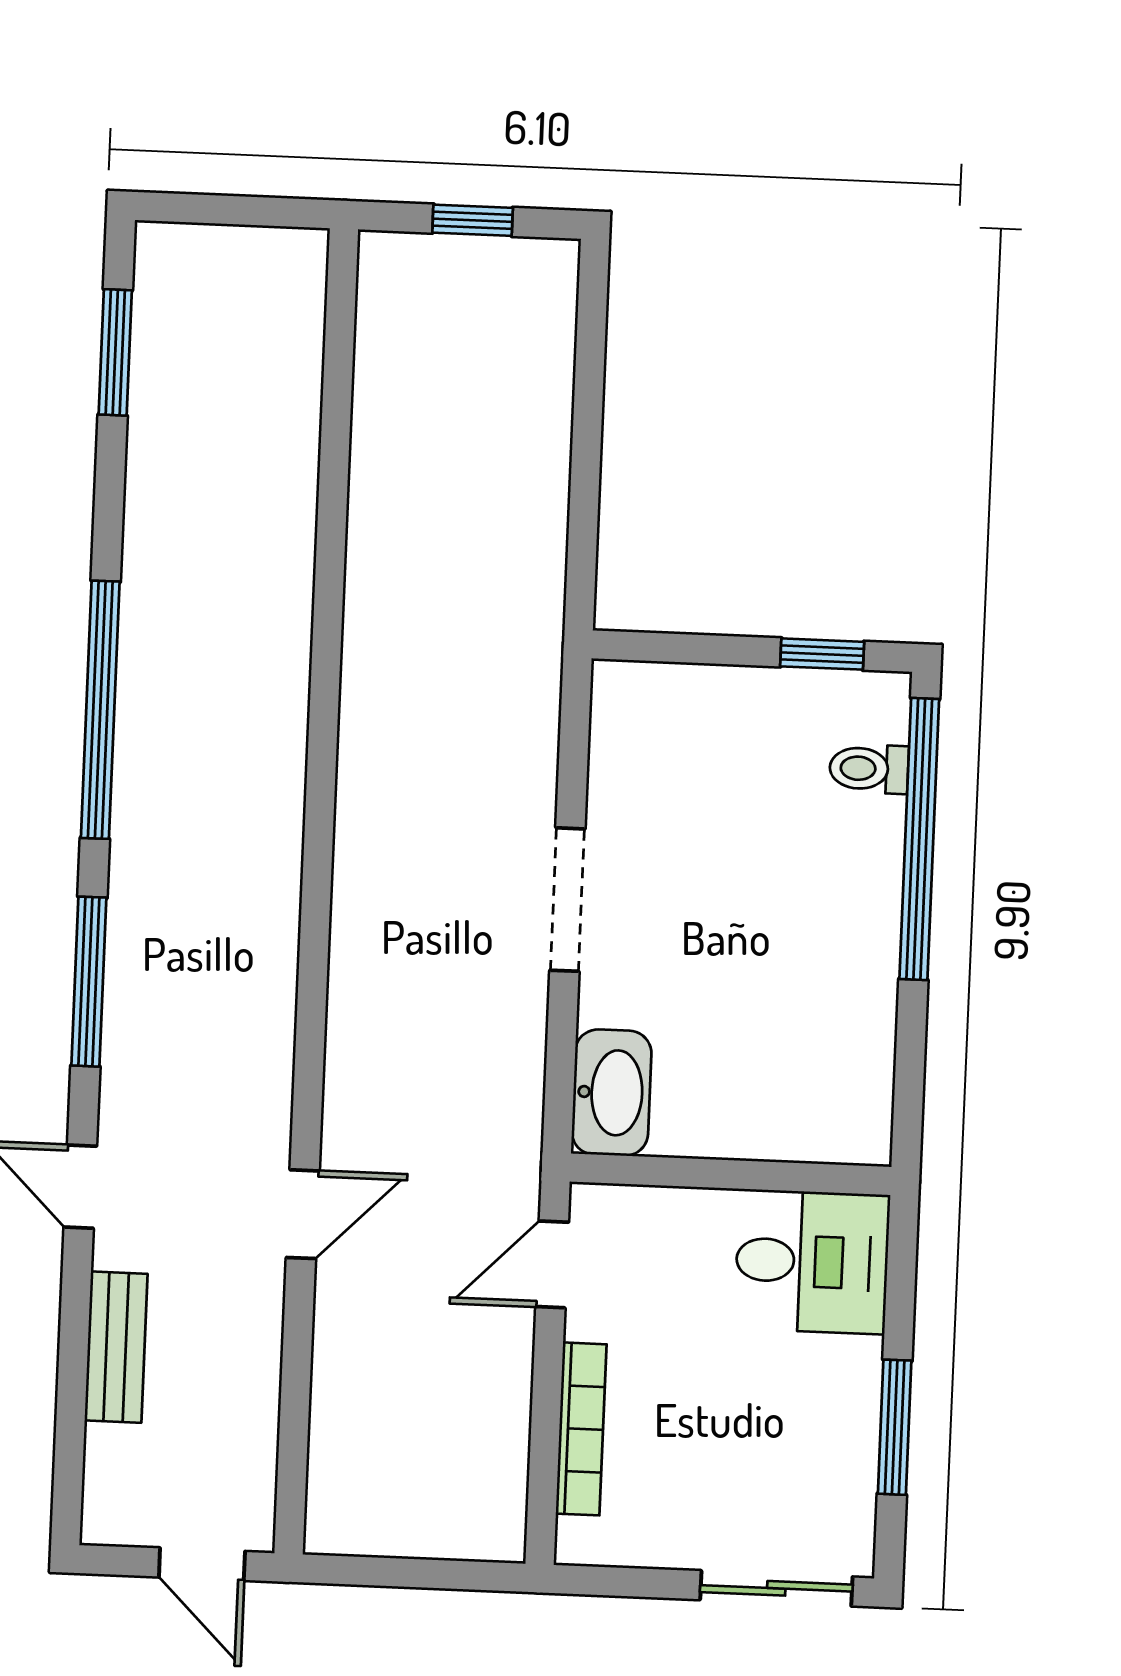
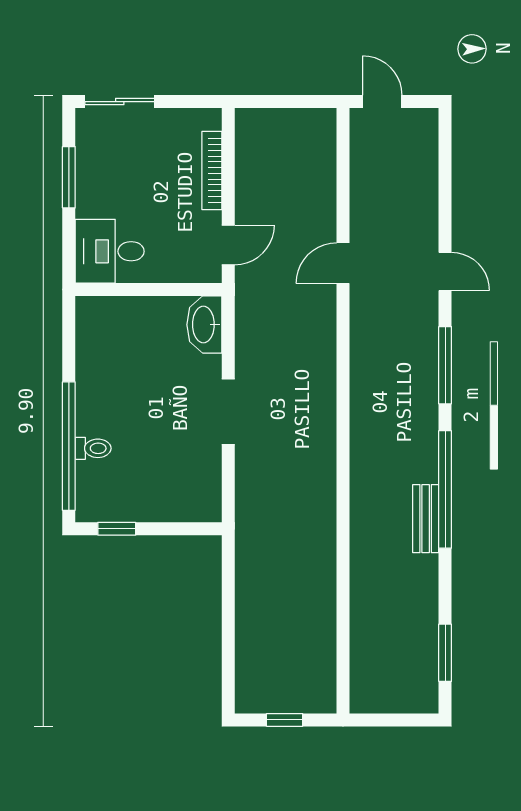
toilet: (869, 769) -> (93, 448), moved
bench: (116, 1347) -> (426, 519), moved

